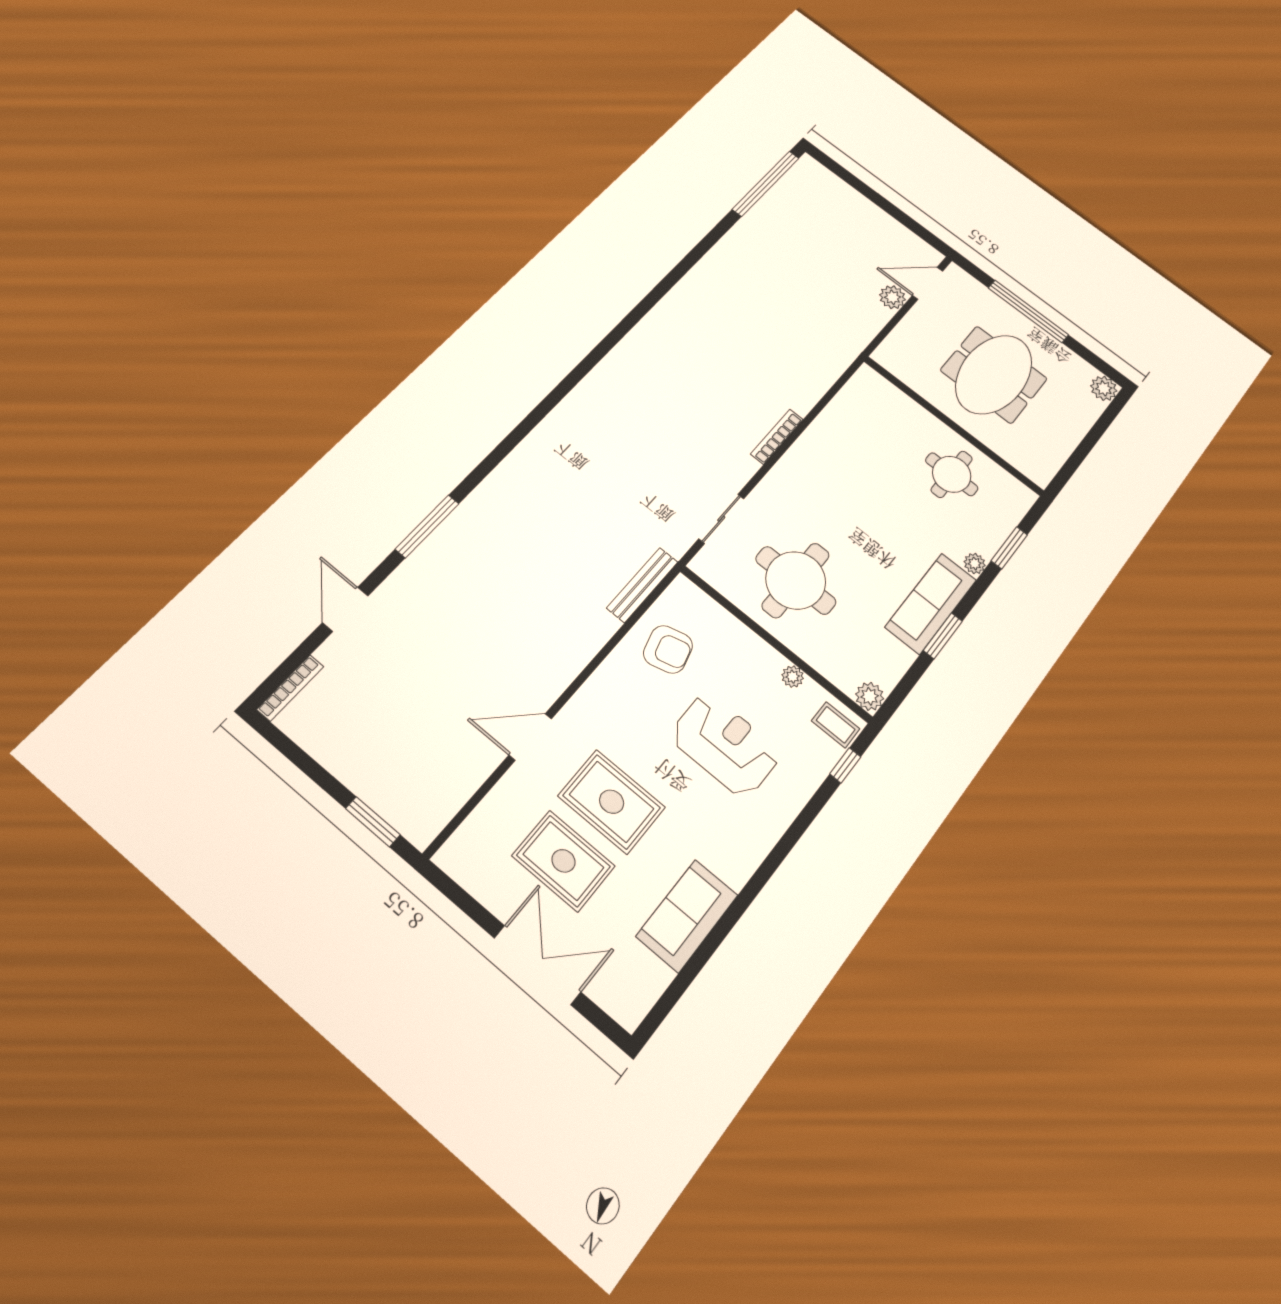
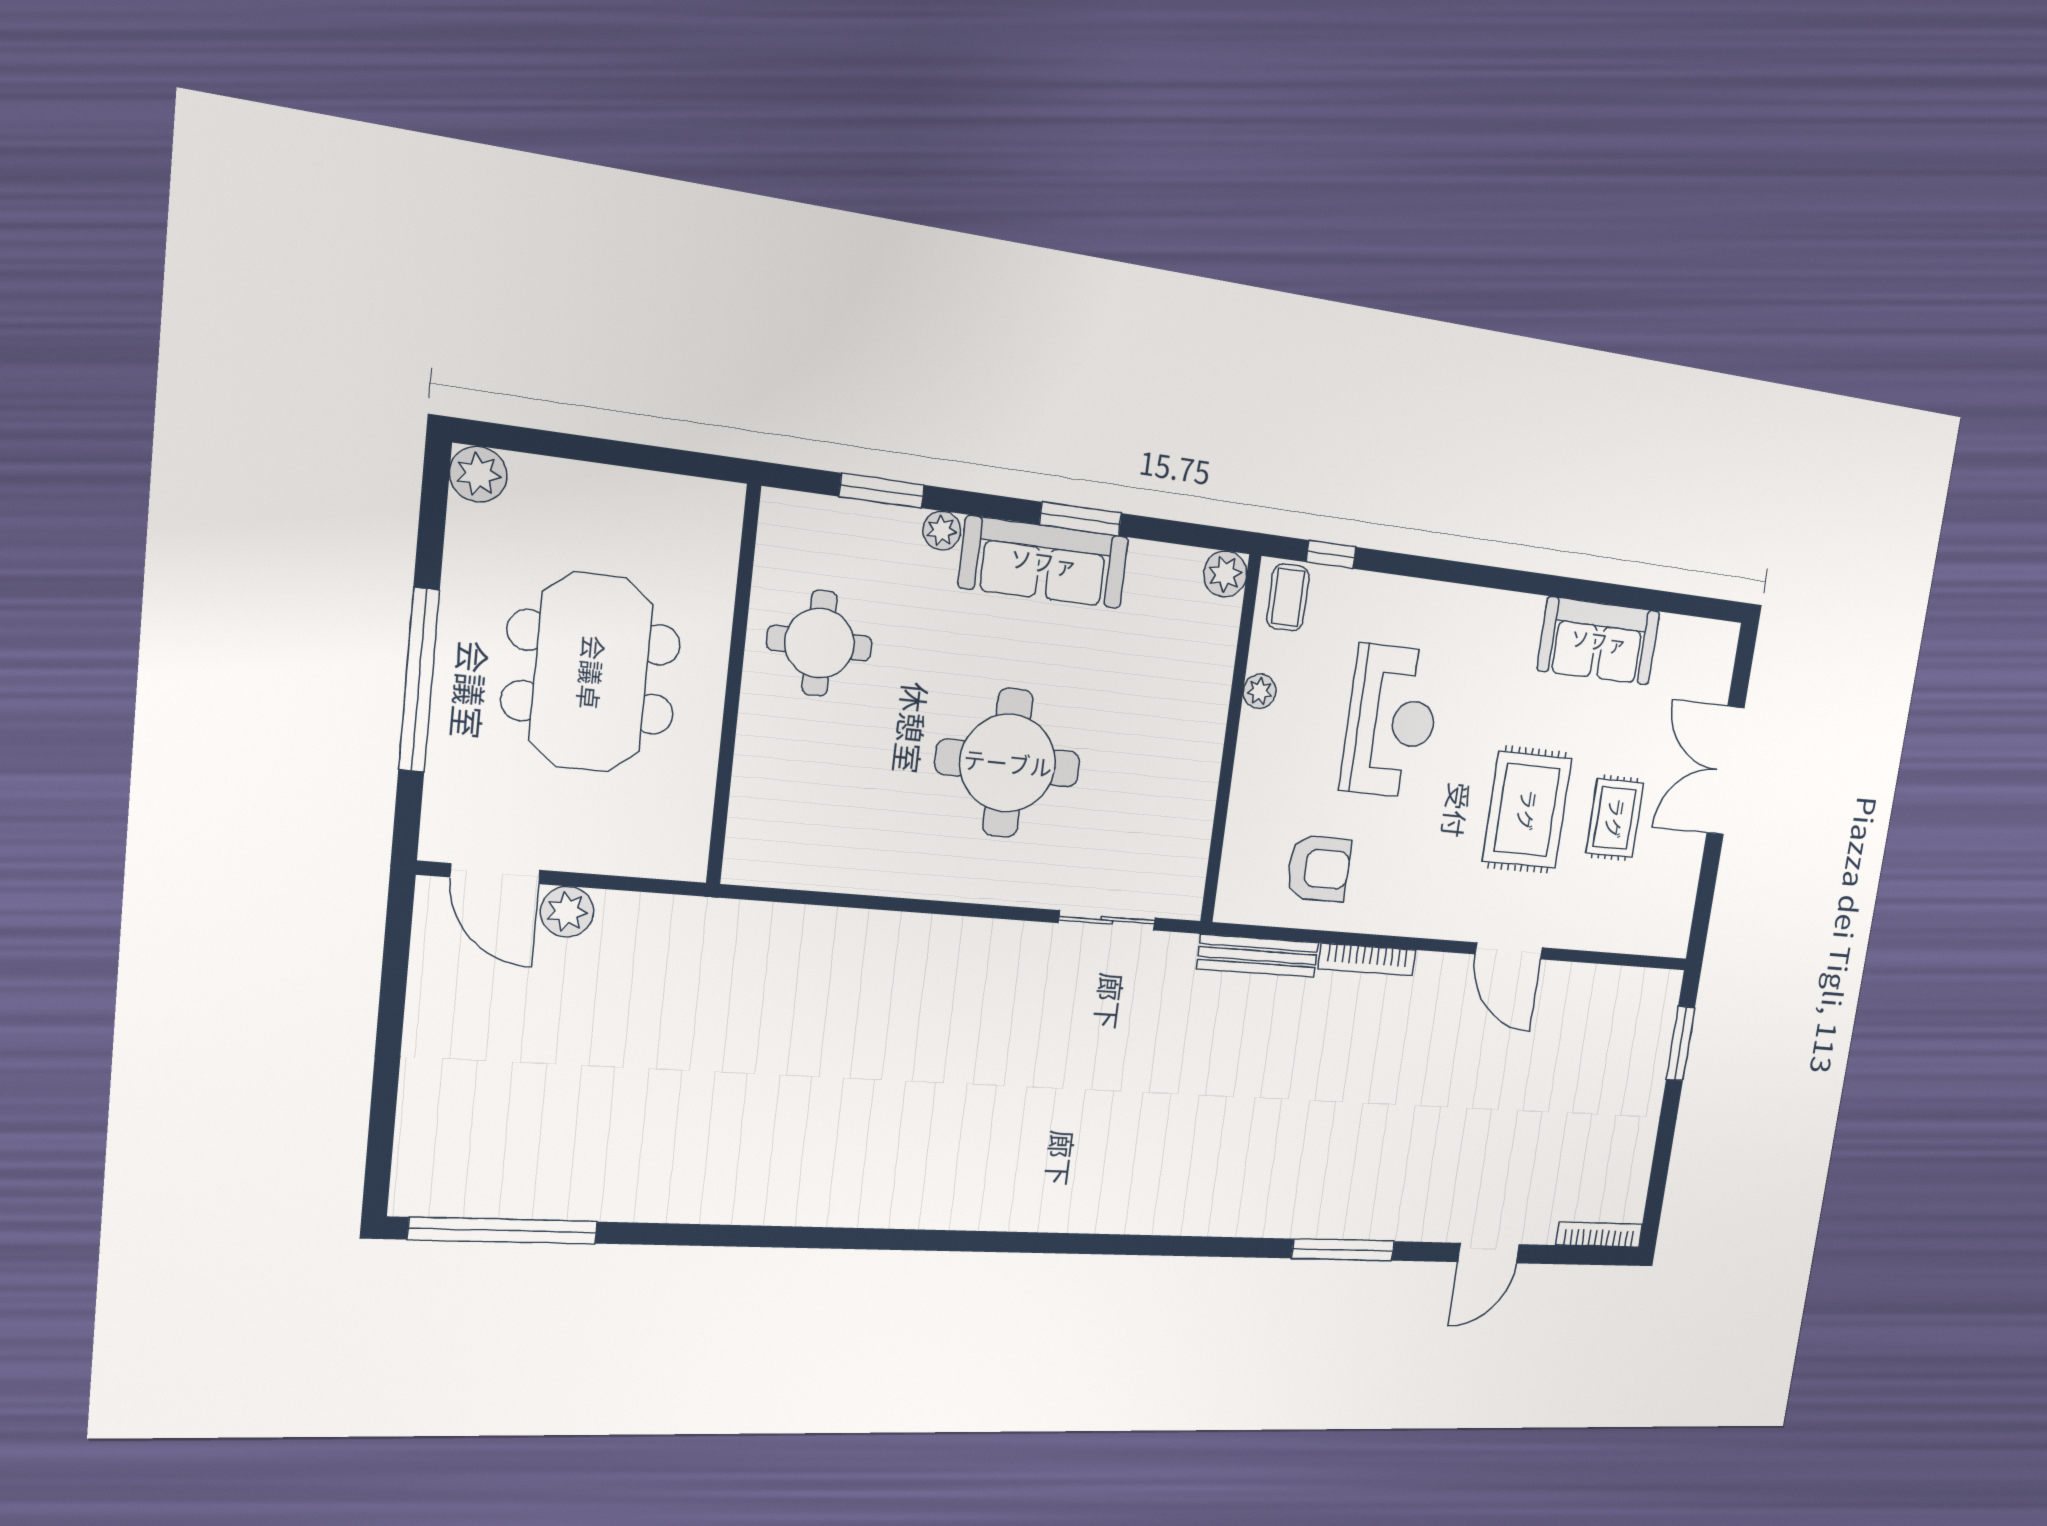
meeting table: (994, 374) -> (591, 673), turned 90
bookcase: (777, 437) -> (1367, 959), moved
round table: (796, 580) -> (1008, 763), moved
armchair: (668, 649) -> (1319, 868), turned 105
reception desk: (725, 745) -> (1391, 721), turned 180
rug: (563, 861) -> (1615, 818), width x0.73, depth x0.70

